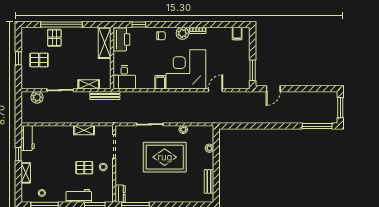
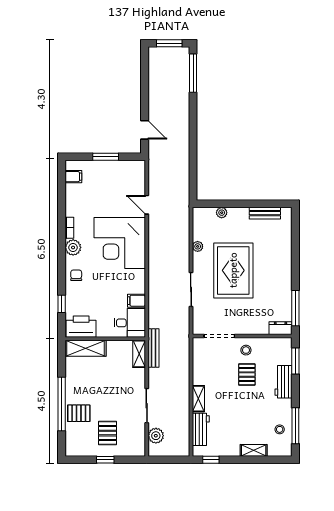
window: (253, 70) -> (106, 157), moved
filing cabinet: (160, 82) -> (136, 301), moved
shelving: (89, 84) -> (139, 354), moved
shelving: (84, 130) -> (198, 399), moved
workbench: (28, 138) -> (201, 429), moved, turned 90
window: (18, 154) -> (211, 460), moved

